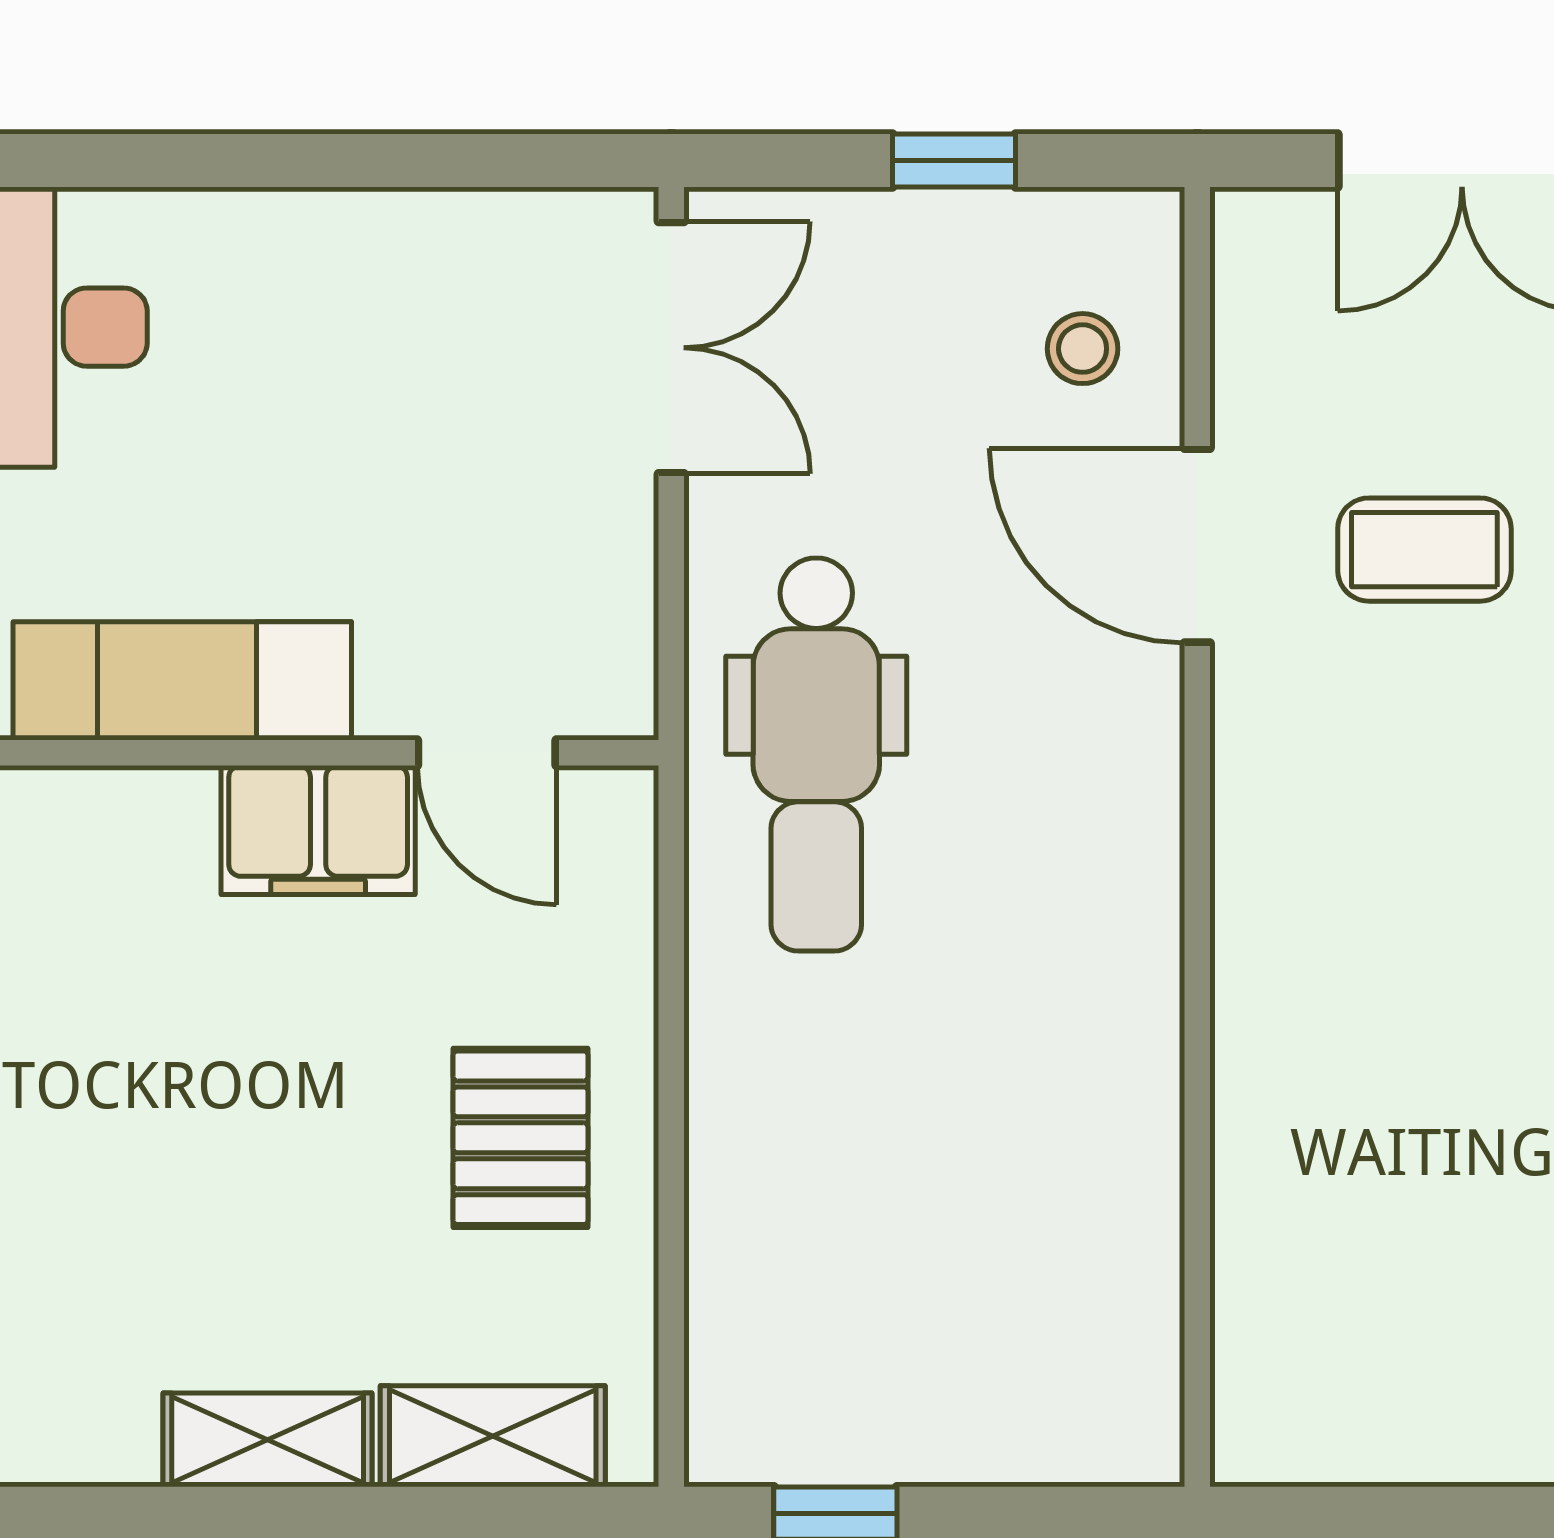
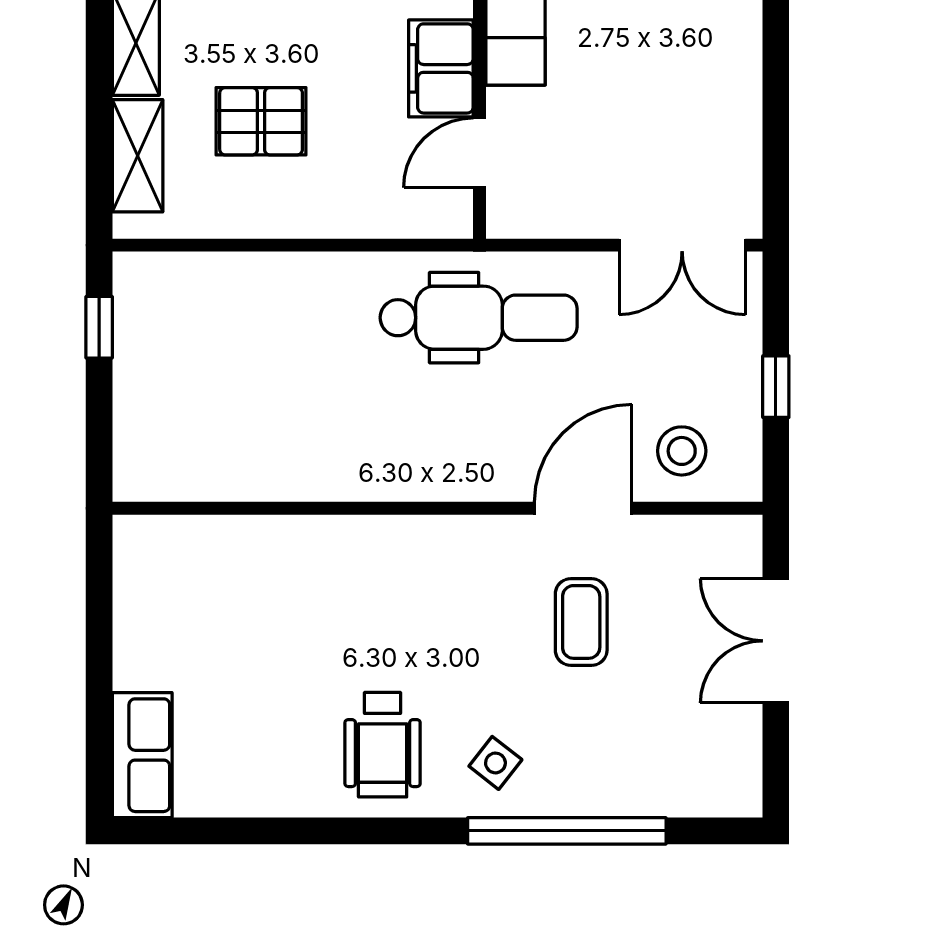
stool: (1083, 349) -> (682, 451), width x1.37, depth x1.37
dental chair: (816, 754) -> (479, 318), turned 180
pallet: (521, 1138) -> (261, 121), moved

